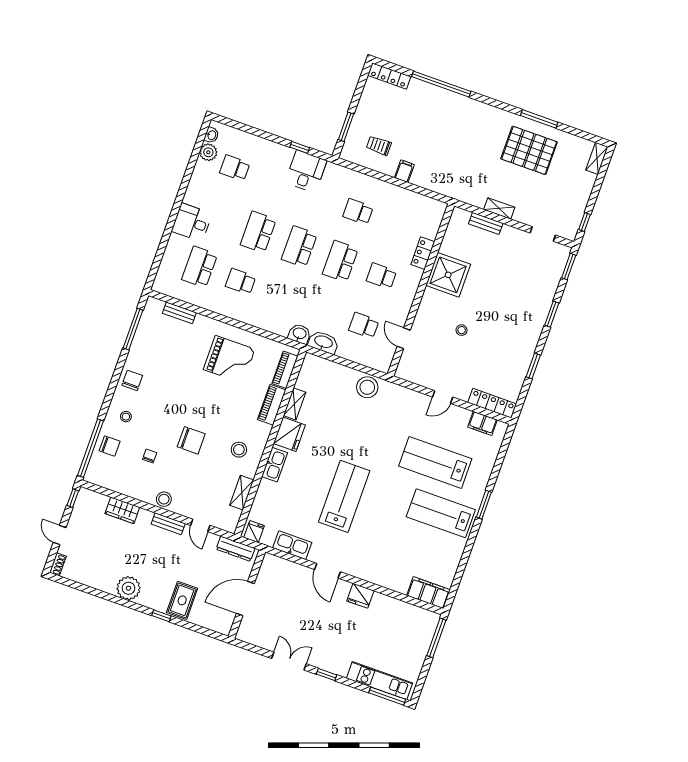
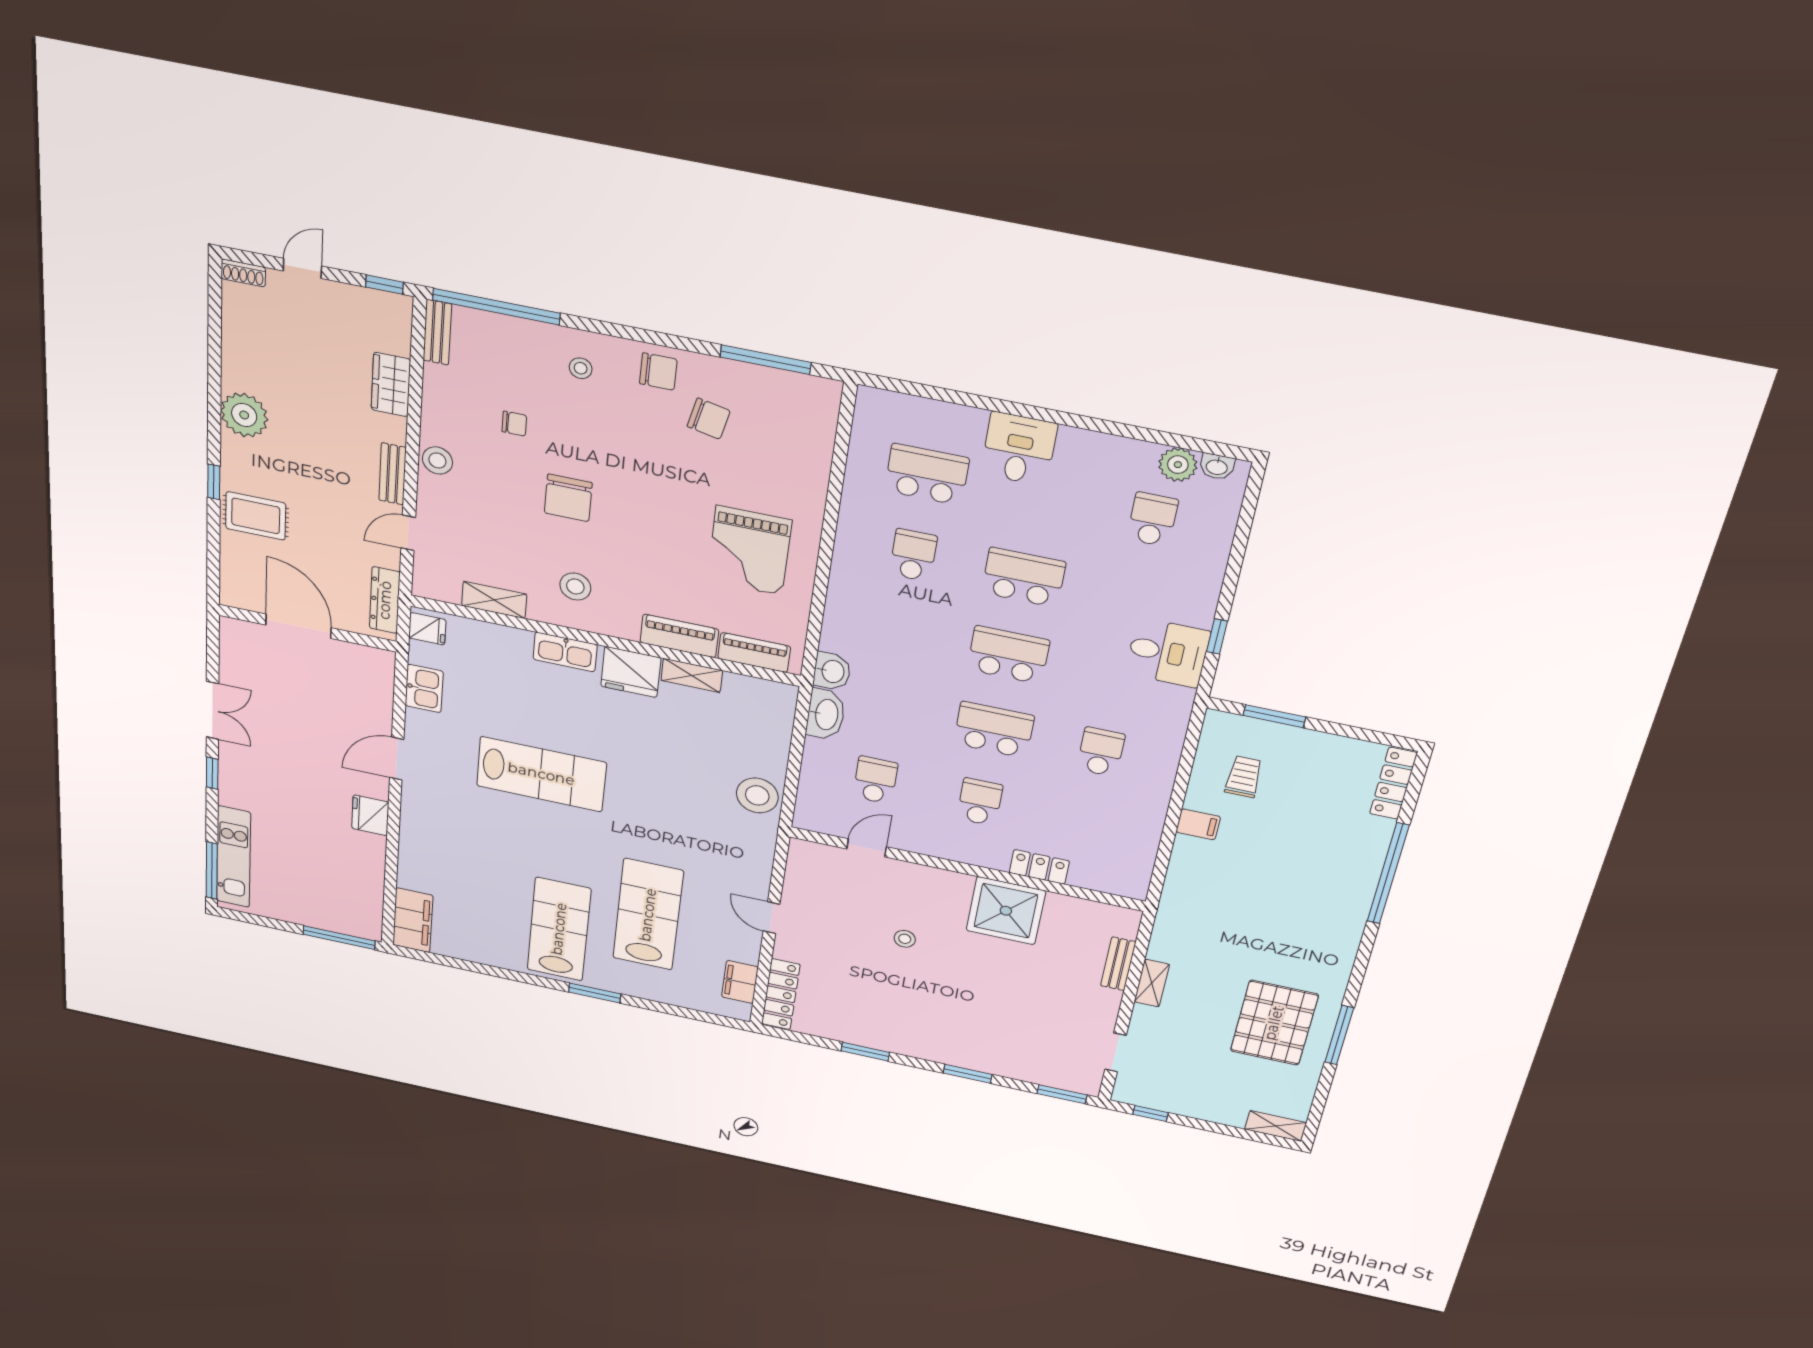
bench: (179, 313) -> (437, 332), moved
chair: (110, 446) -> (709, 419), moved, turned -78
kitchen sink: (292, 545) -> (424, 688), width x0.73

